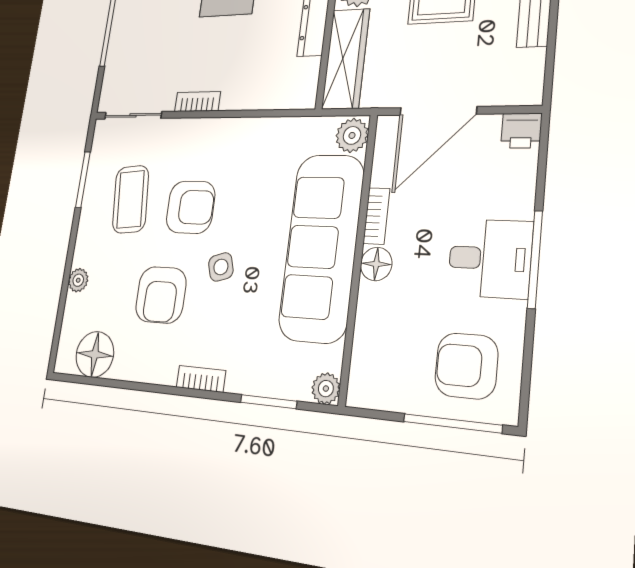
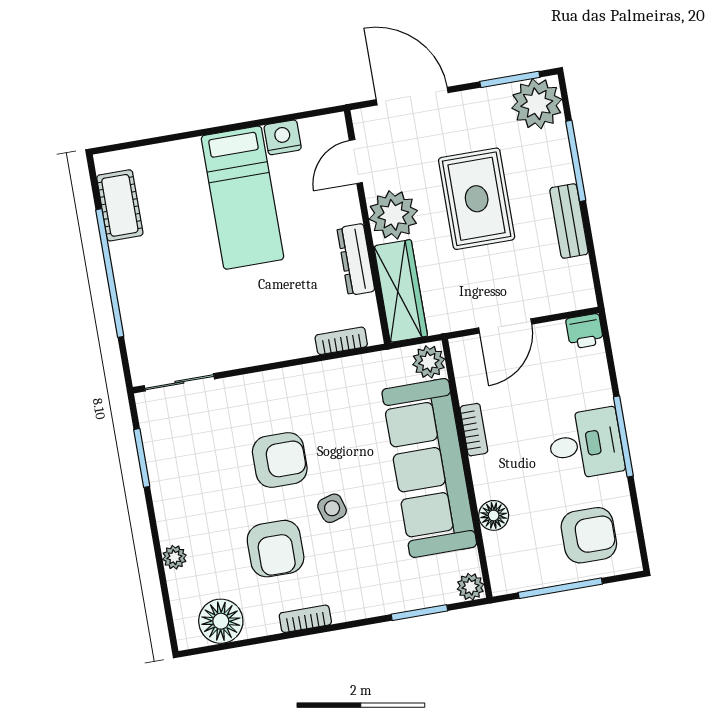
bookcase: (197, 102) -> (341, 341), moved
door: (438, 111) -> (505, 326), width x0.73
coffee table: (131, 199) -> (208, 466), removed
floor lamp: (376, 264) -> (494, 515), moved
armchair: (466, 366) -> (589, 535), turned 180
bookcase: (201, 379) -> (305, 619), moved
window: (452, 423) -> (560, 588), moved

